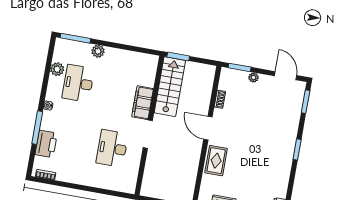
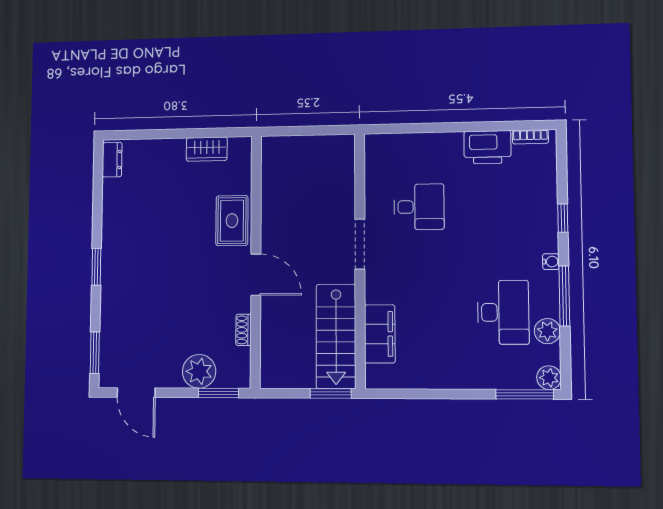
plant: (98, 51) -> (549, 378), moved
plant: (253, 78) -> (199, 371), width x1.88, depth x1.88
window: (45, 86) -> (564, 296), added
filing cabinet: (143, 103) -> (380, 334), moved
window: (37, 128) -> (563, 218), width x0.46
printer: (46, 144) -> (487, 147), moved, turned -90
desk: (112, 148) -> (419, 207), width x0.73

